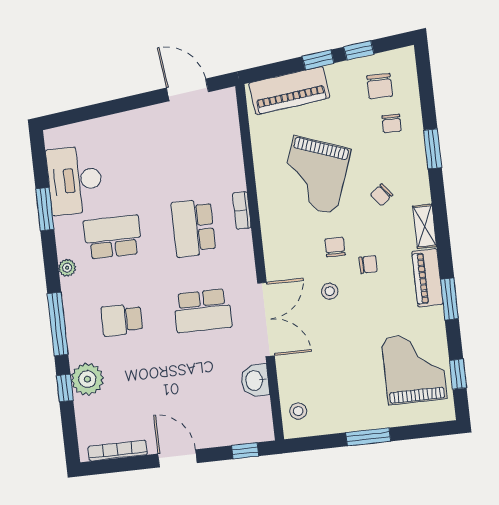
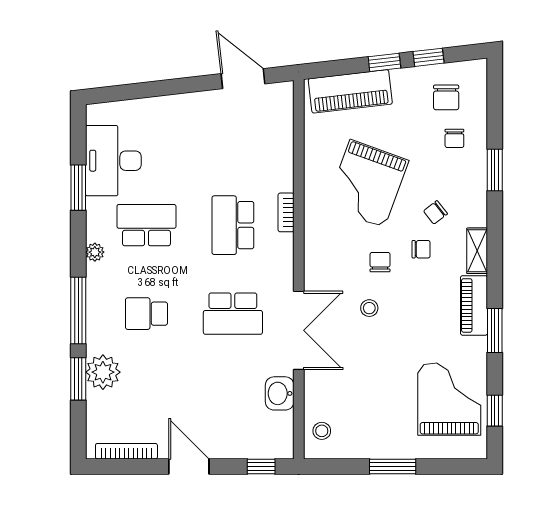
chair: (368, 264) -> (421, 249), moved
window: (65, 388) -> (78, 379), width x1.50

